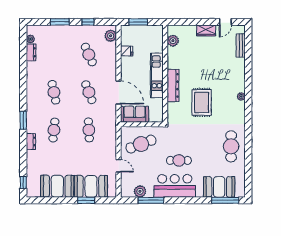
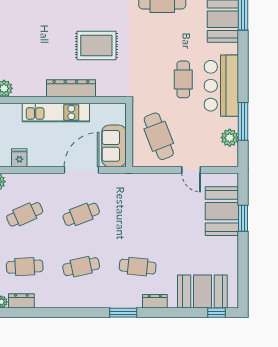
cafe table: (89, 130) -> (25, 267), moved
door: (119, 166) -> (191, 170), swing flipped
booth: (57, 186) -> (202, 291), moved, turned 90

